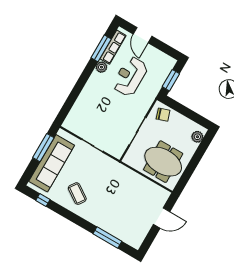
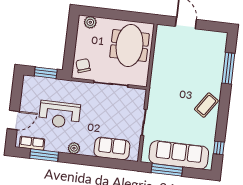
row of seats: (113, 47) -> (32, 143), width x0.68
plant: (101, 67) -> (74, 148), moved
sofa: (82, 109) -> (112, 148), added
coffee table: (77, 194) -> (206, 105), moved

